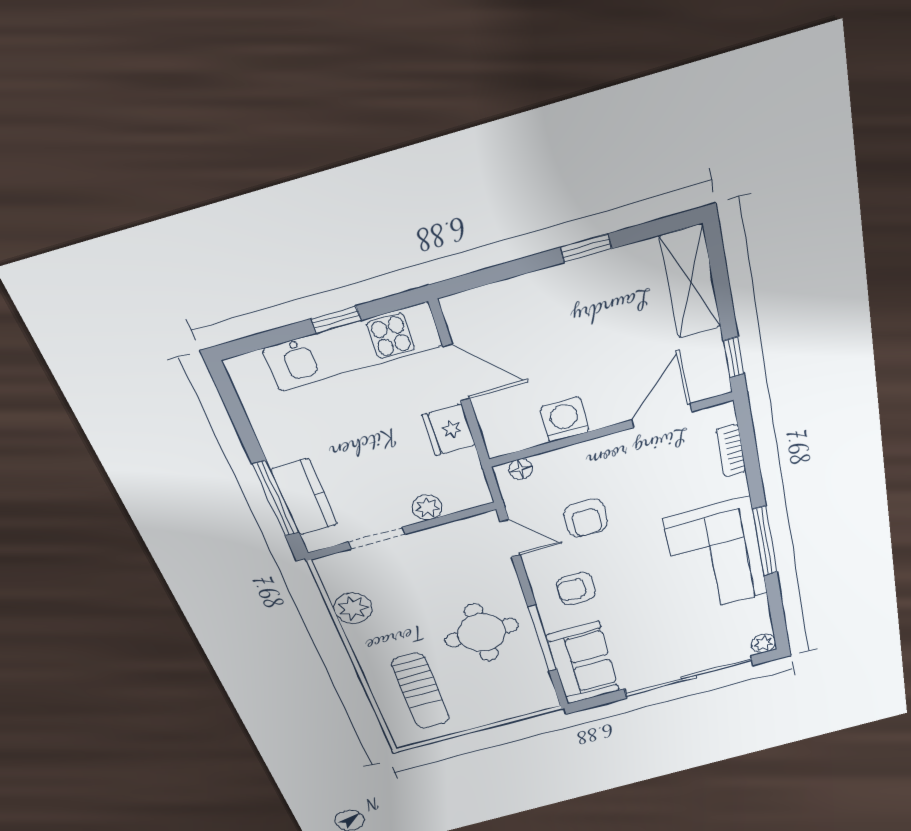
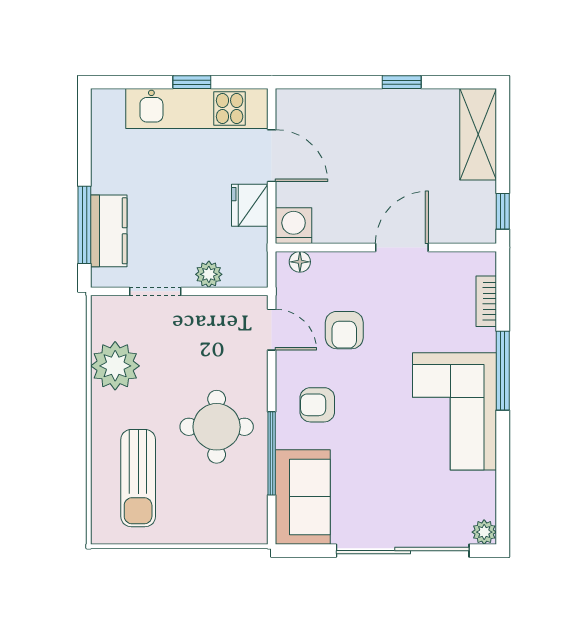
door: (662, 416) -> (402, 248), moved
washing machine: (565, 420) -> (294, 226), moved
window: (765, 541) -> (503, 371), moved
plant: (353, 608) -> (115, 366), width x1.36, depth x1.36

